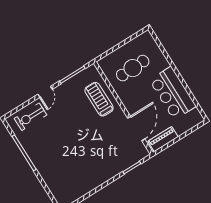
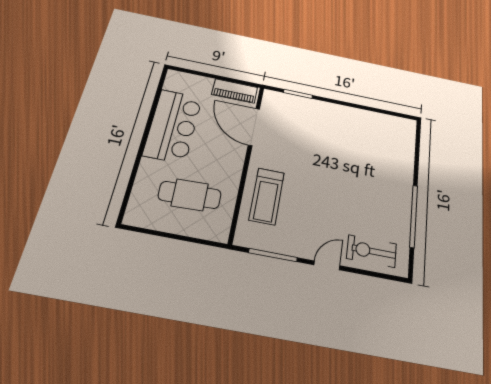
exercise bike: (30, 117) -> (372, 251), turned 180
door: (136, 128) -> (254, 127), hinge flipped

